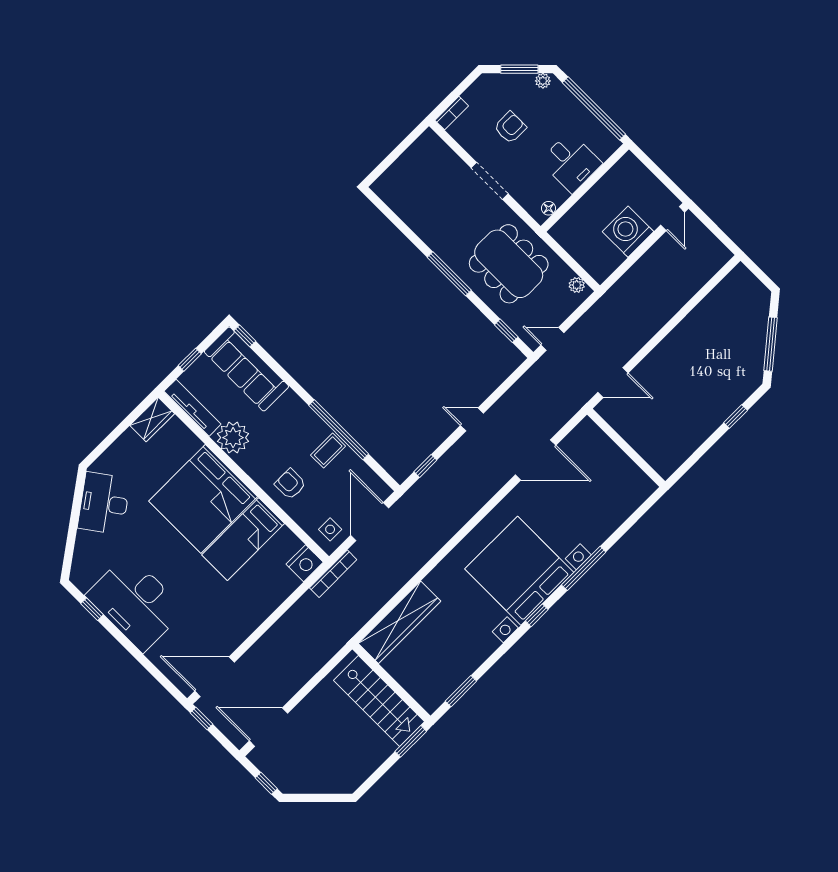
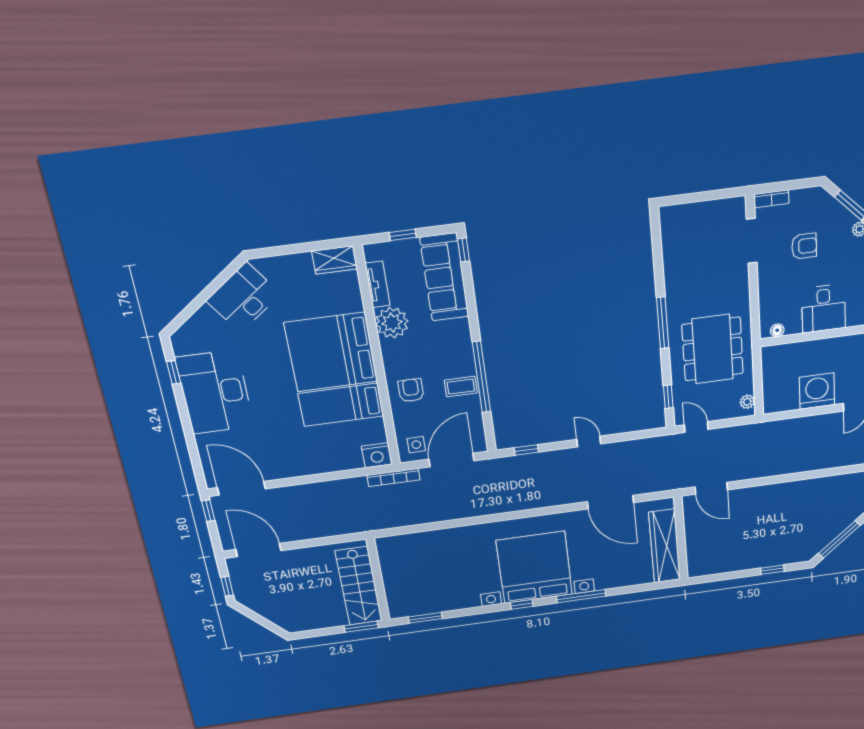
doorway: (490, 181) -> (752, 241), moved
tv unit: (193, 408) -> (378, 284), width x0.71
wardrobe: (399, 622) -> (665, 546), moved, turned 90

